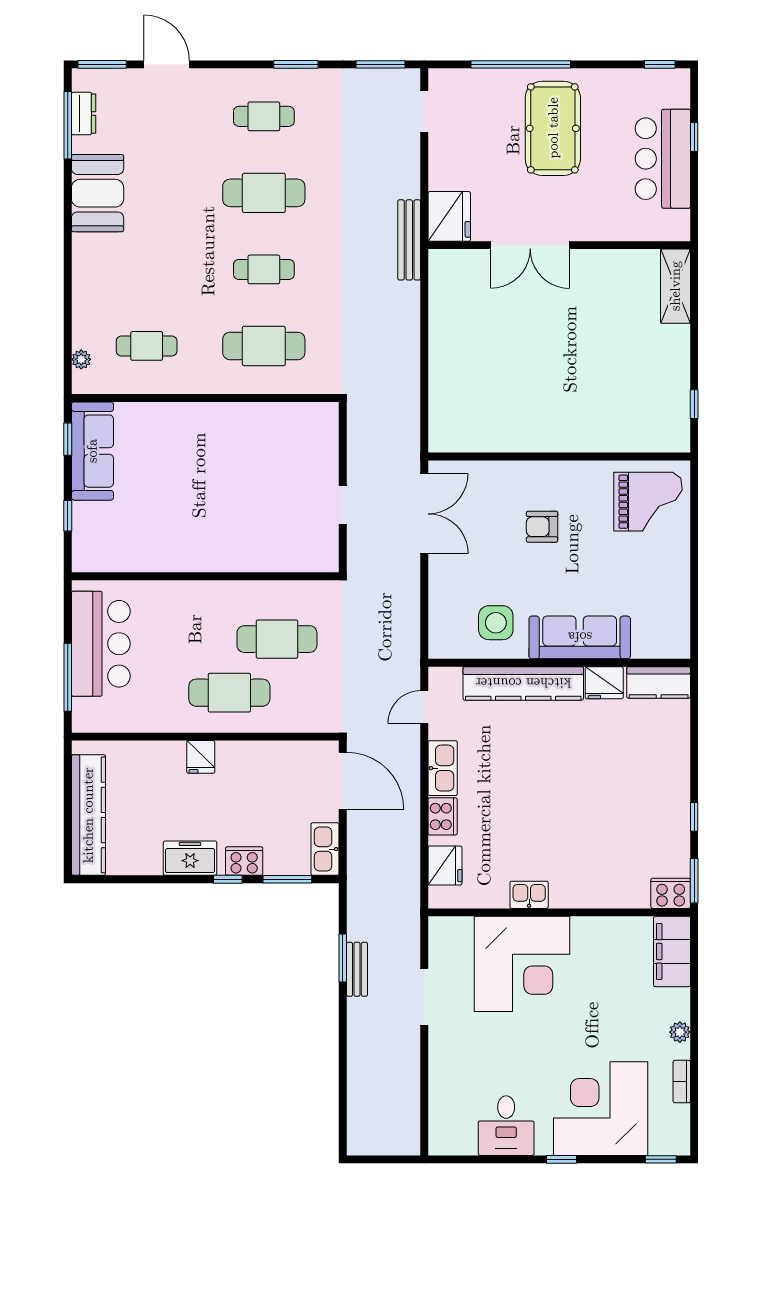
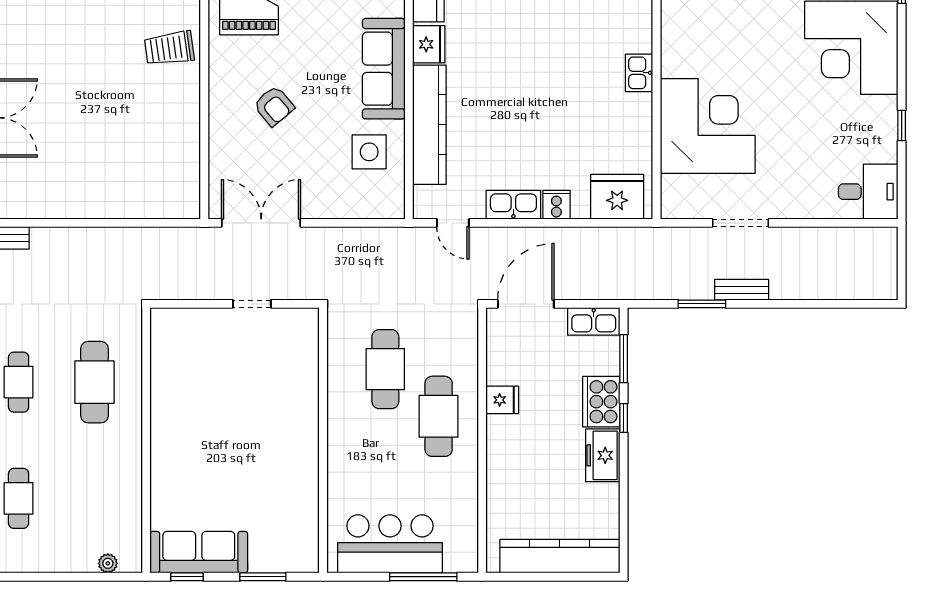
cafe table: (147, 346) -> (19, 498), moved
trolley: (600, 421) -> (169, 48), added
window: (68, 516) -> (263, 577), width x1.50
armchair: (542, 527) -> (274, 106), turned -40
fridge: (201, 757) -> (502, 400), moved
cooker: (443, 816) -> (556, 205), width x0.73
cooker: (244, 861) -> (601, 402), width x1.37, depth x1.31
fridge: (445, 866) -> (617, 197), width x1.36, depth x1.34
kitchen sink: (529, 895) -> (639, 73), moved
bench: (357, 969) -> (742, 290), moved
desk: (506, 1126) -> (868, 192), moved
window: (561, 1159) -> (902, 125), moved

